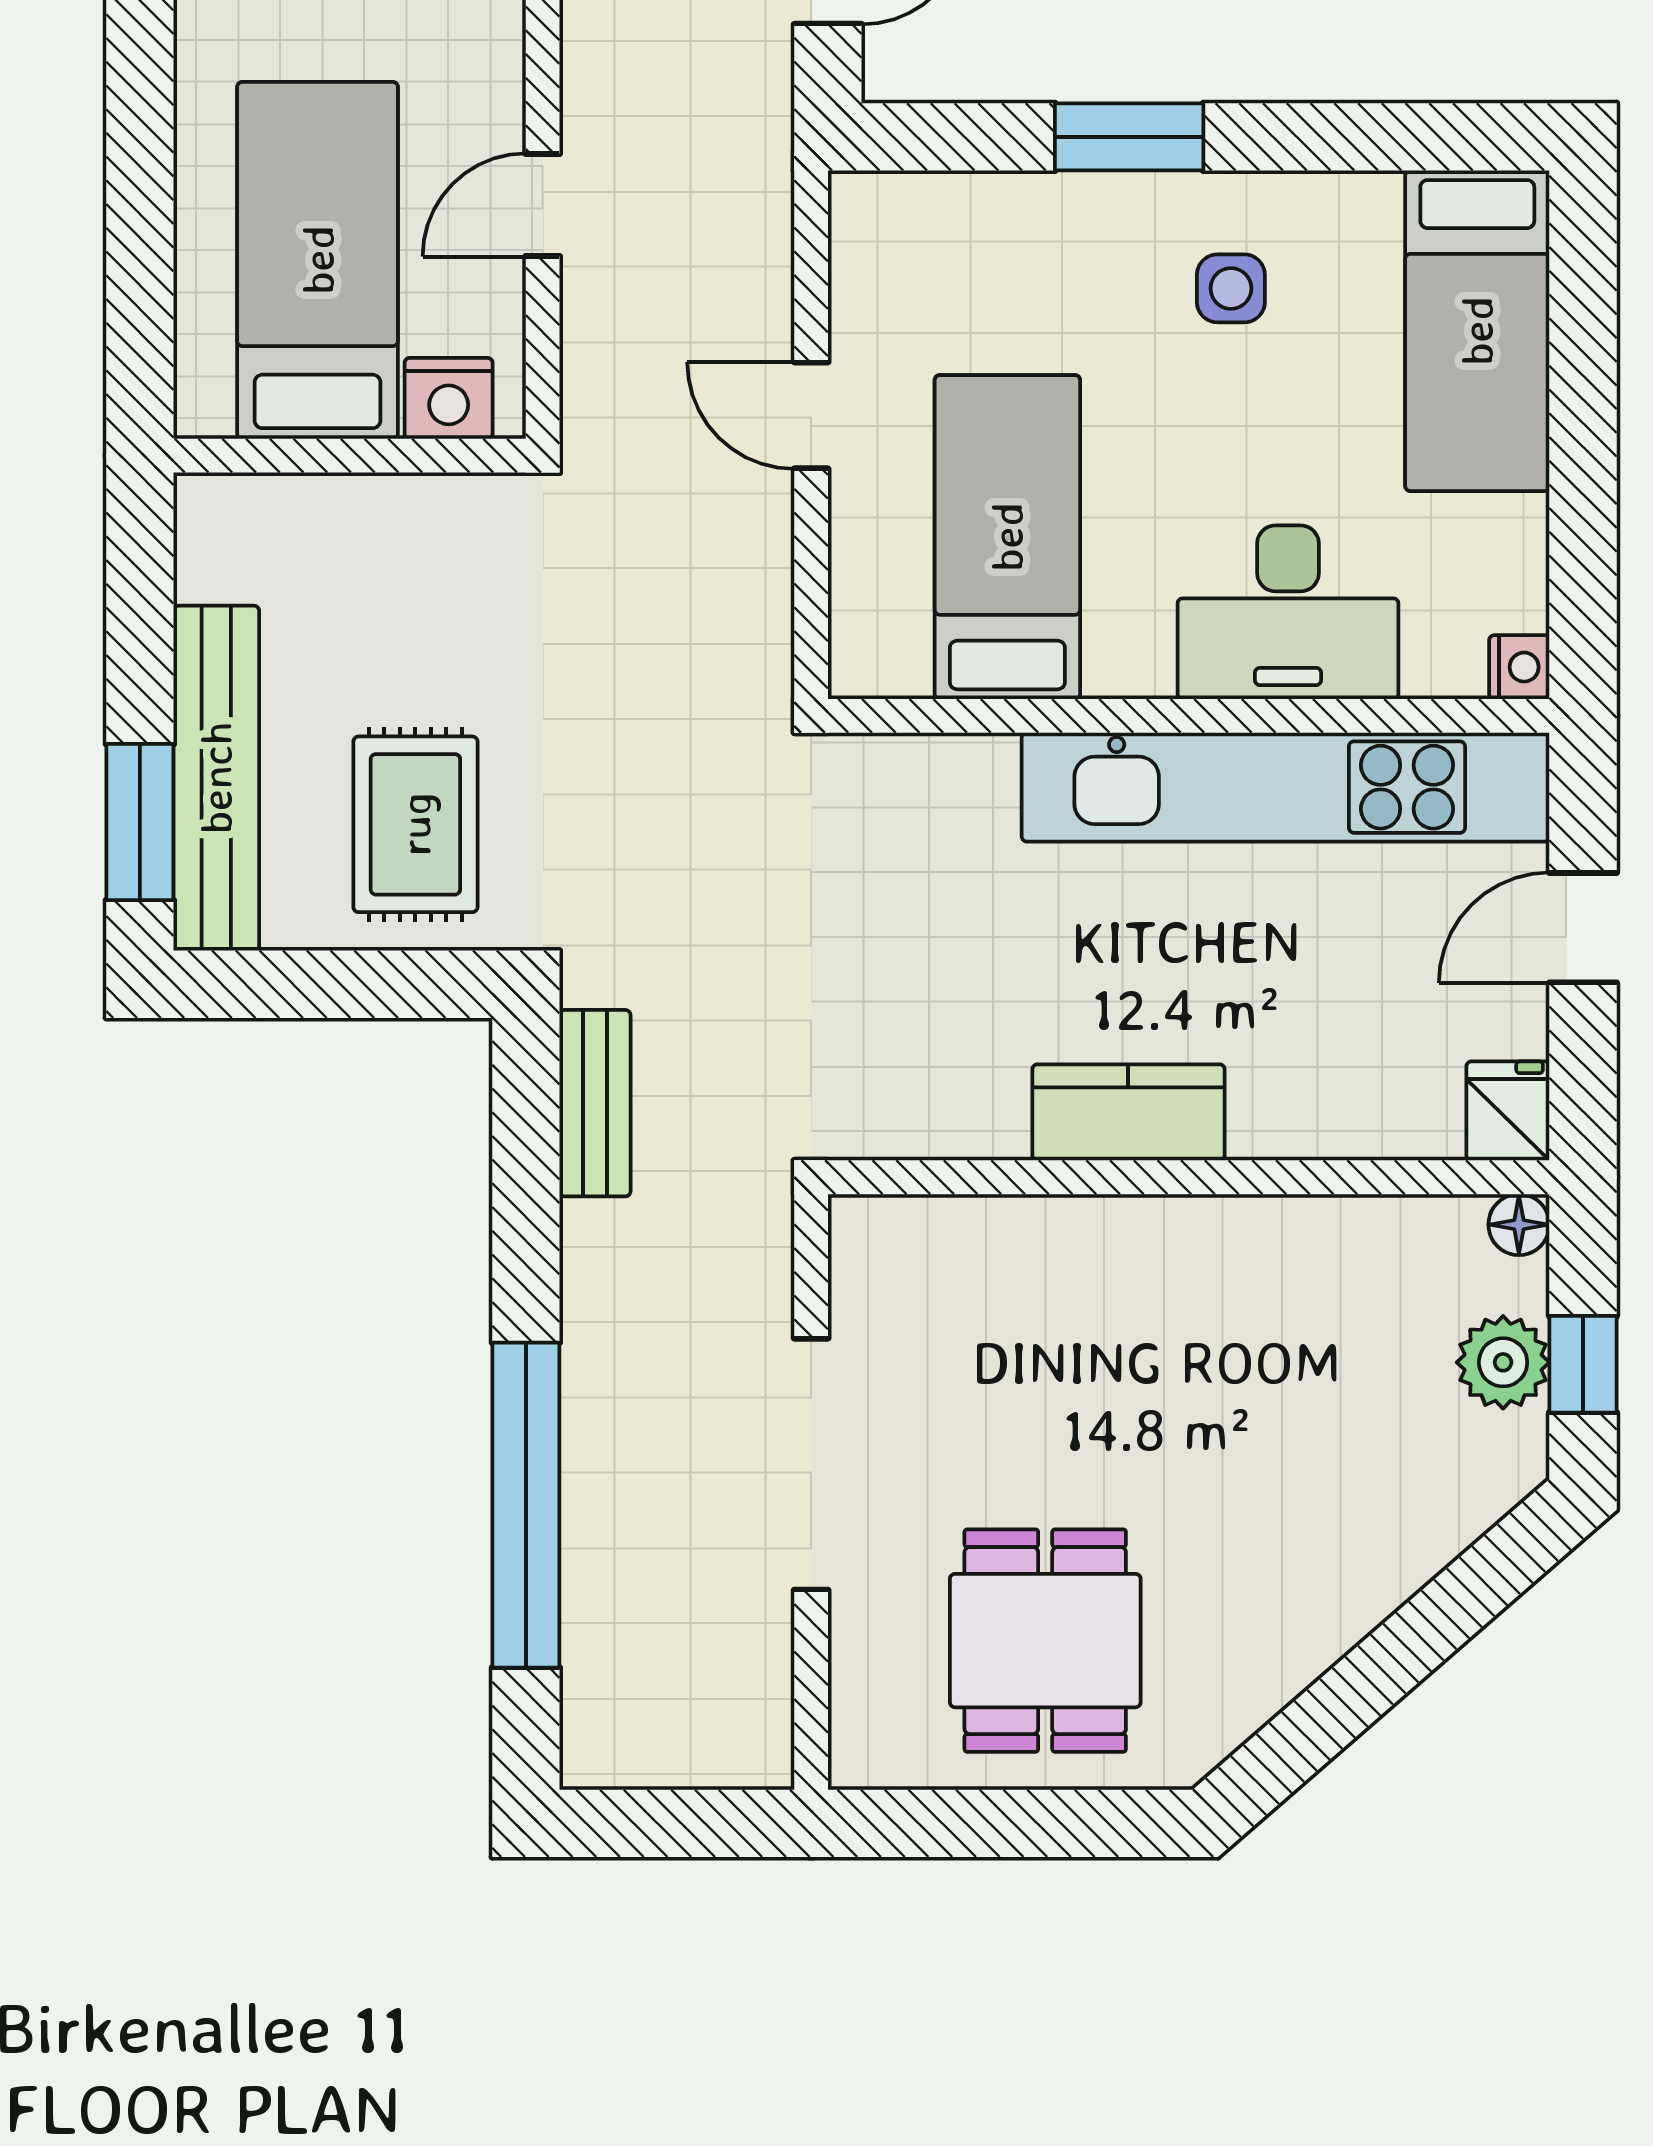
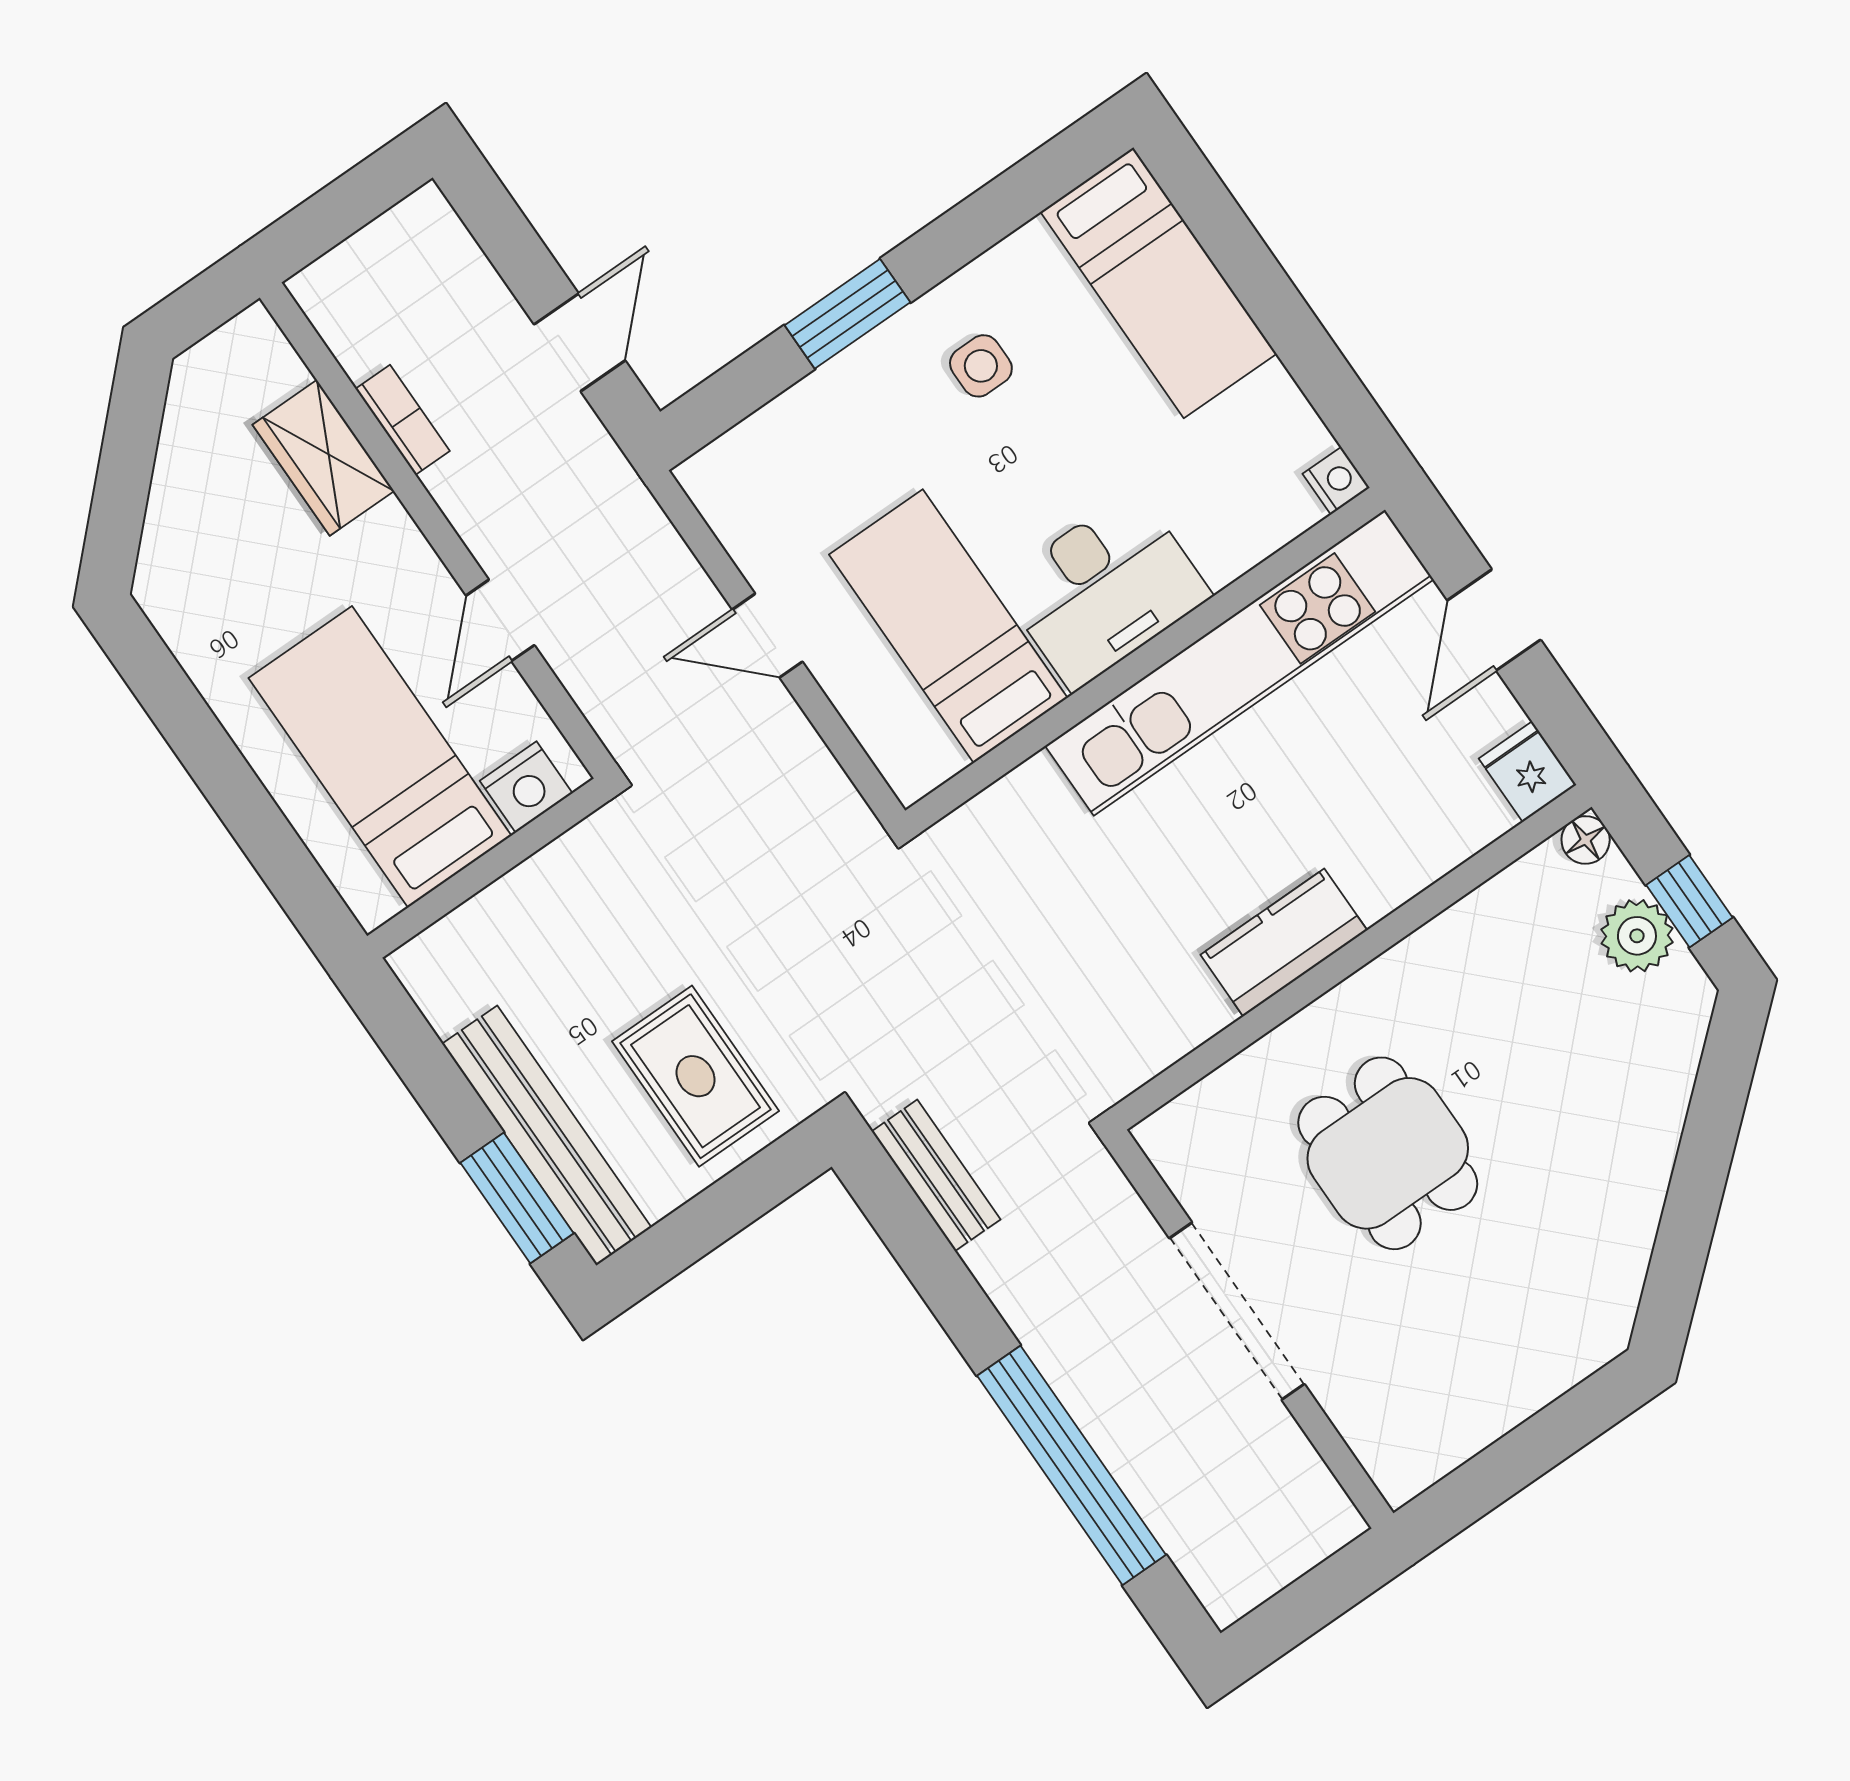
desk: (1288, 612) -> (1104, 589), moved
dining table: (1045, 1641) -> (1388, 1153), moved

